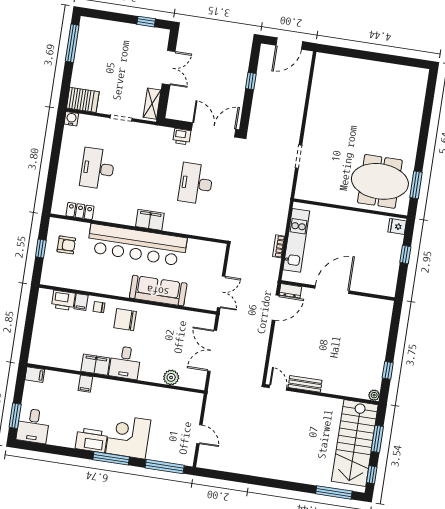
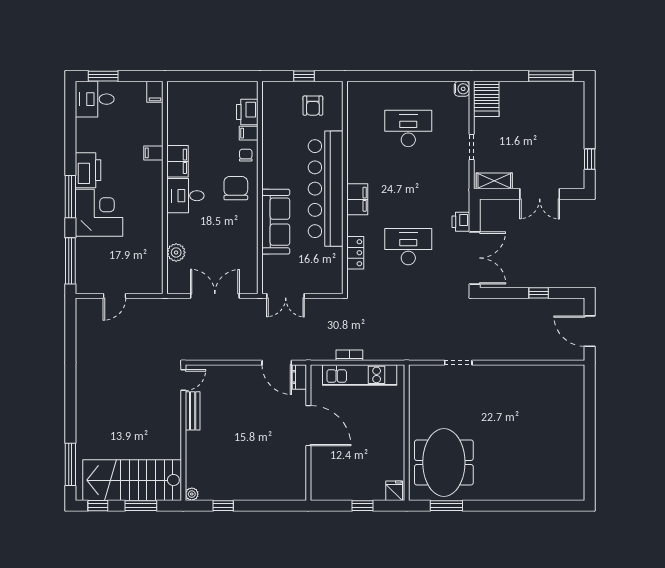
locker: (80, 211) -> (355, 253), moved

